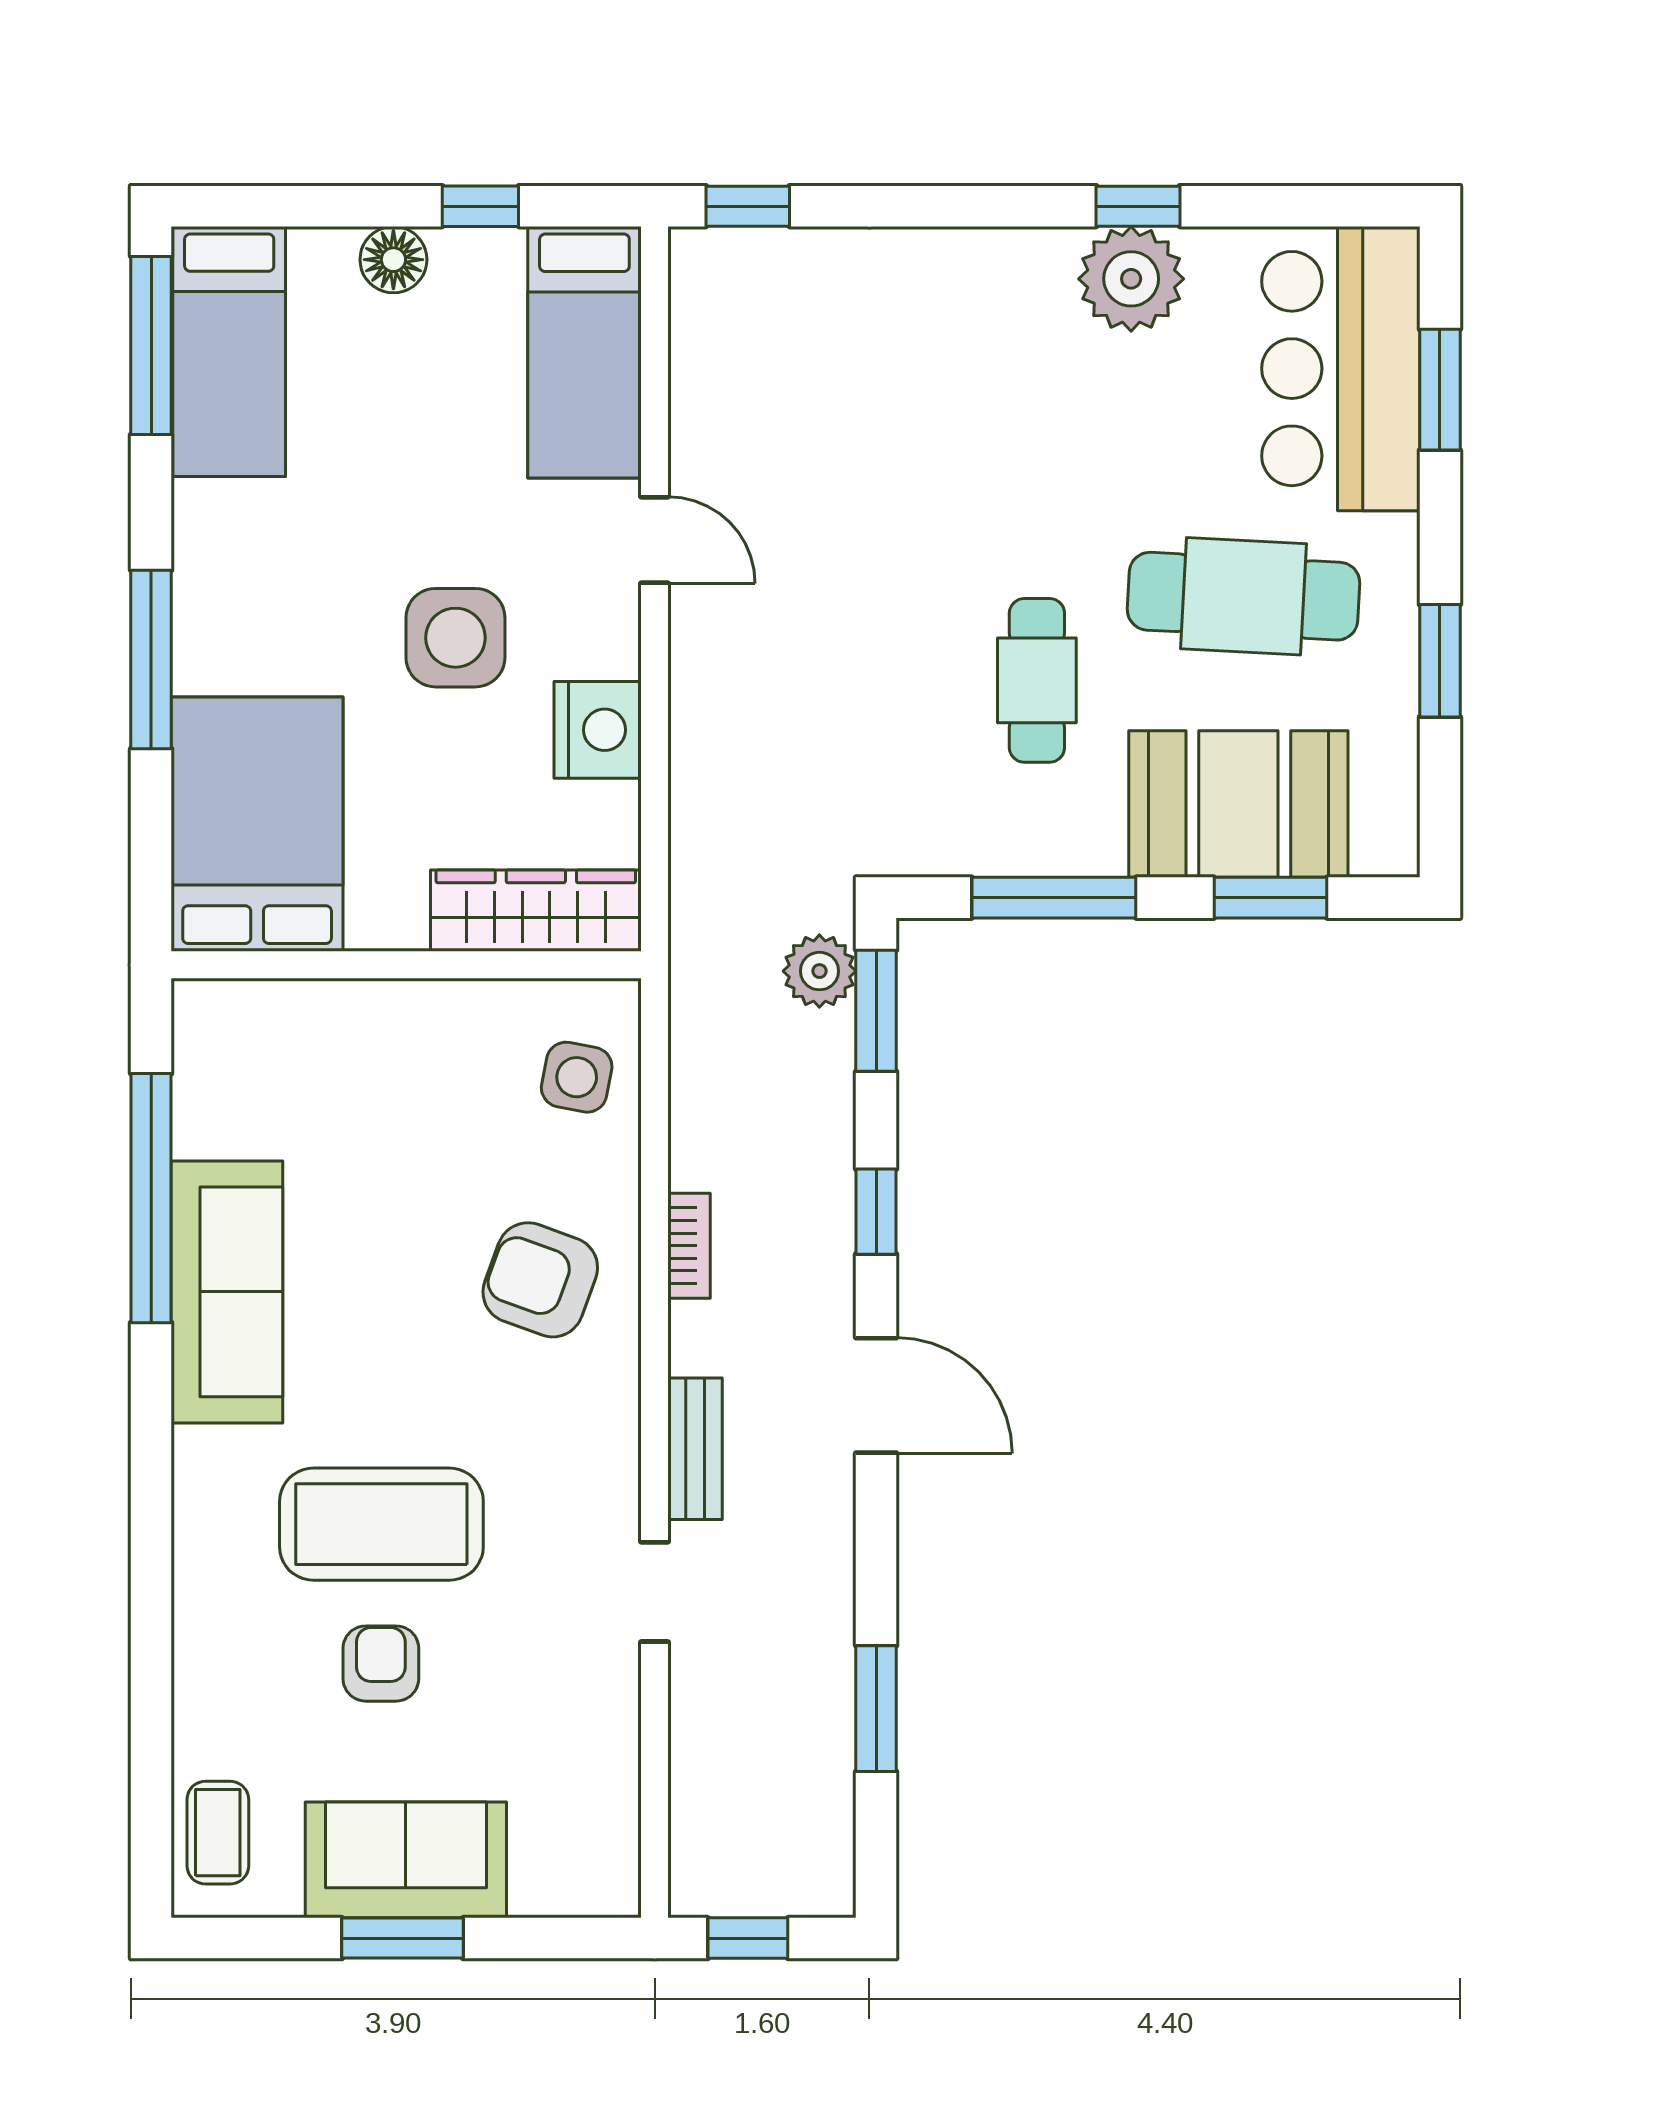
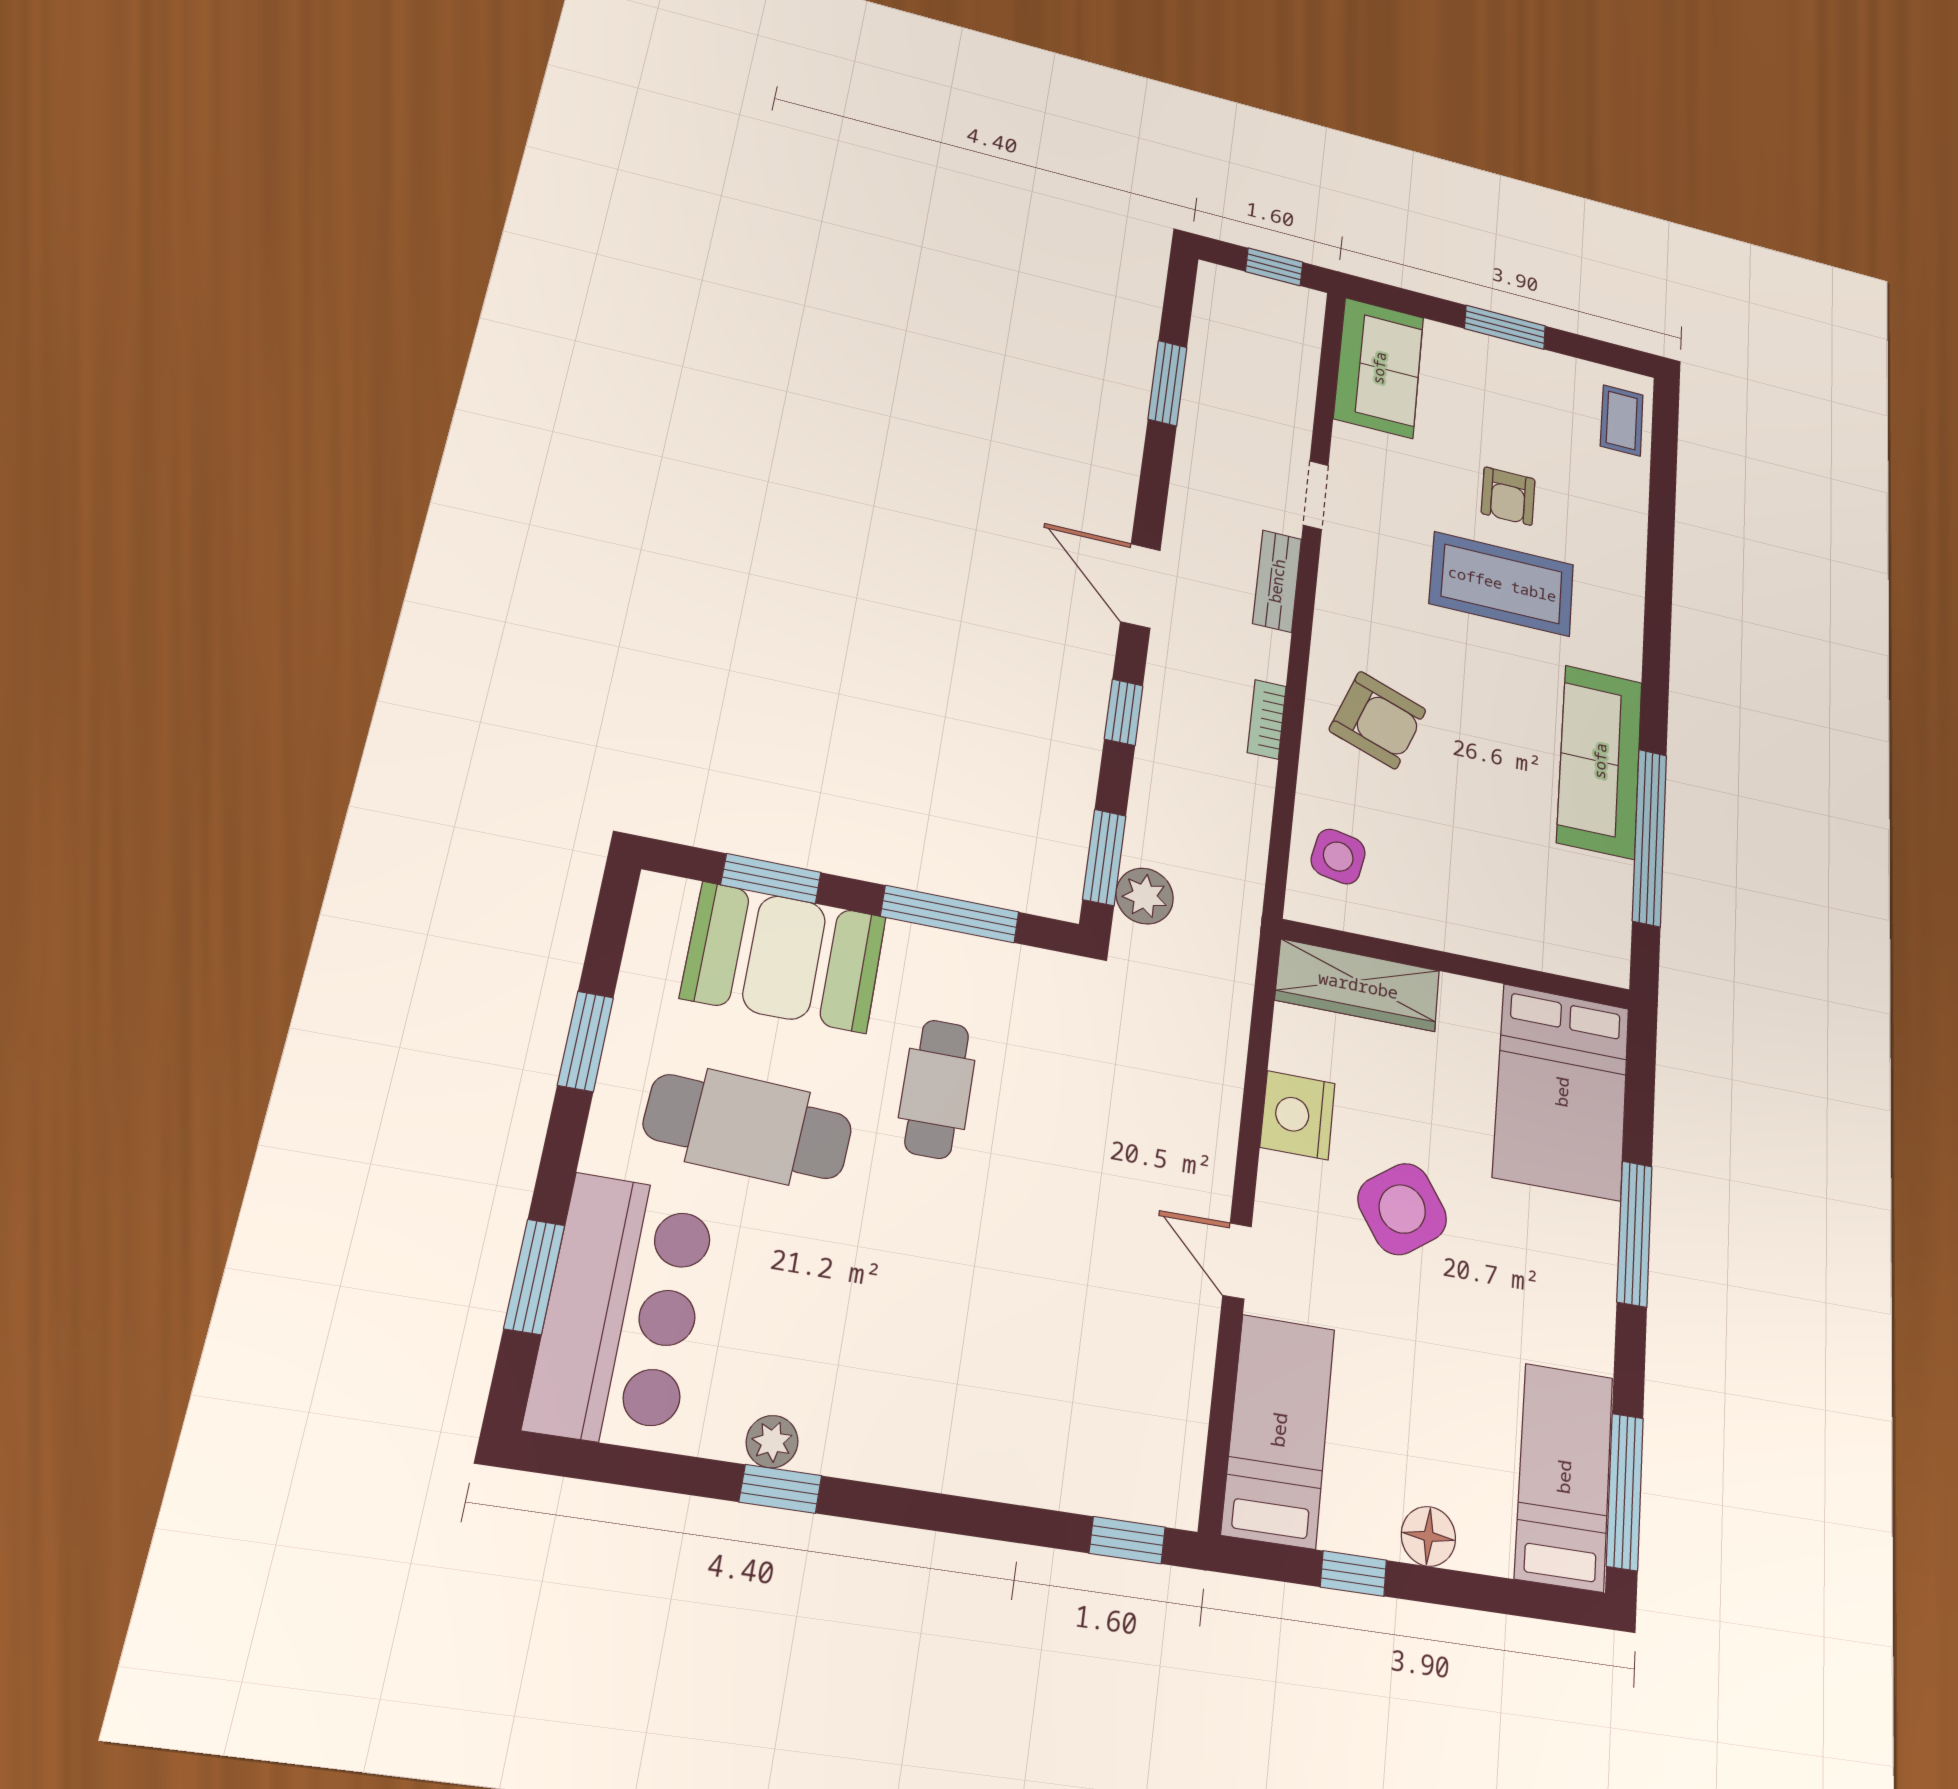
plant: (1131, 279) -> (772, 1442), width x0.53, depth x0.53
side table: (455, 638) -> (1402, 1209), turned -35
sofa: (406, 1860) -> (1379, 368), moved, turned -90

